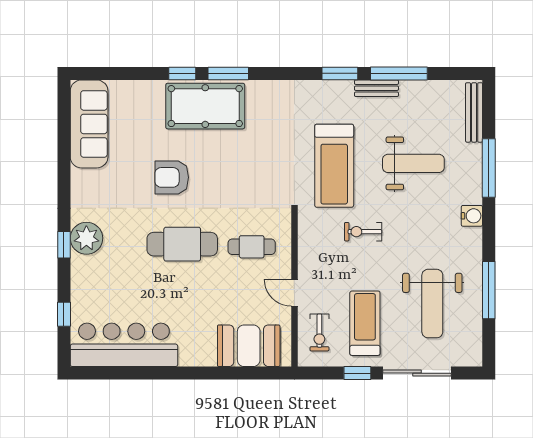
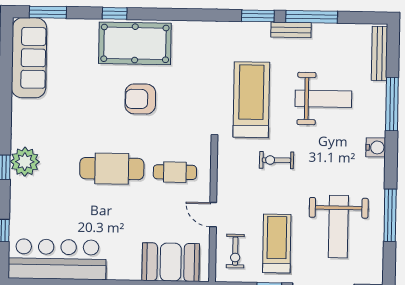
window: (228, 73) -> (48, 12), moved
treadmill: (334, 166) -> (251, 100), turned 180
armchair: (172, 177) -> (140, 99), moved

